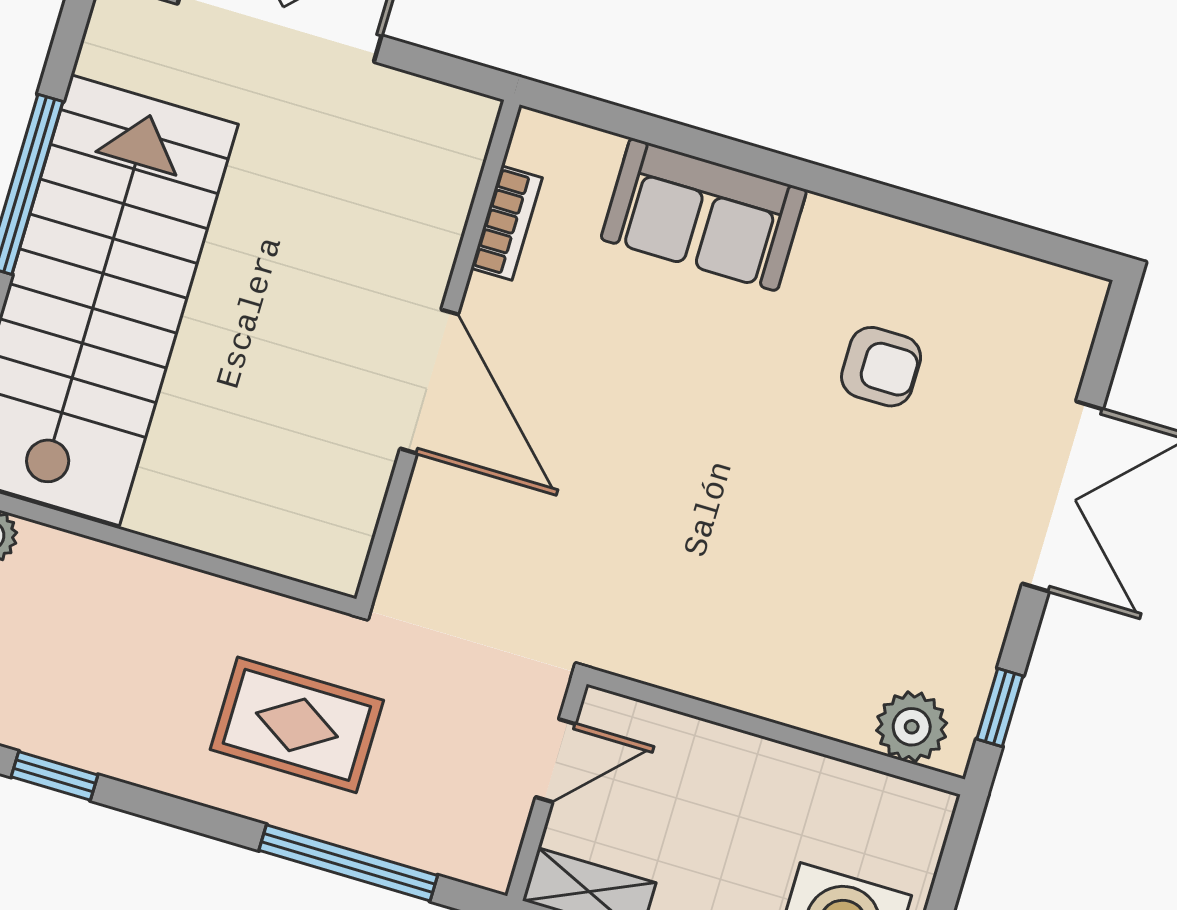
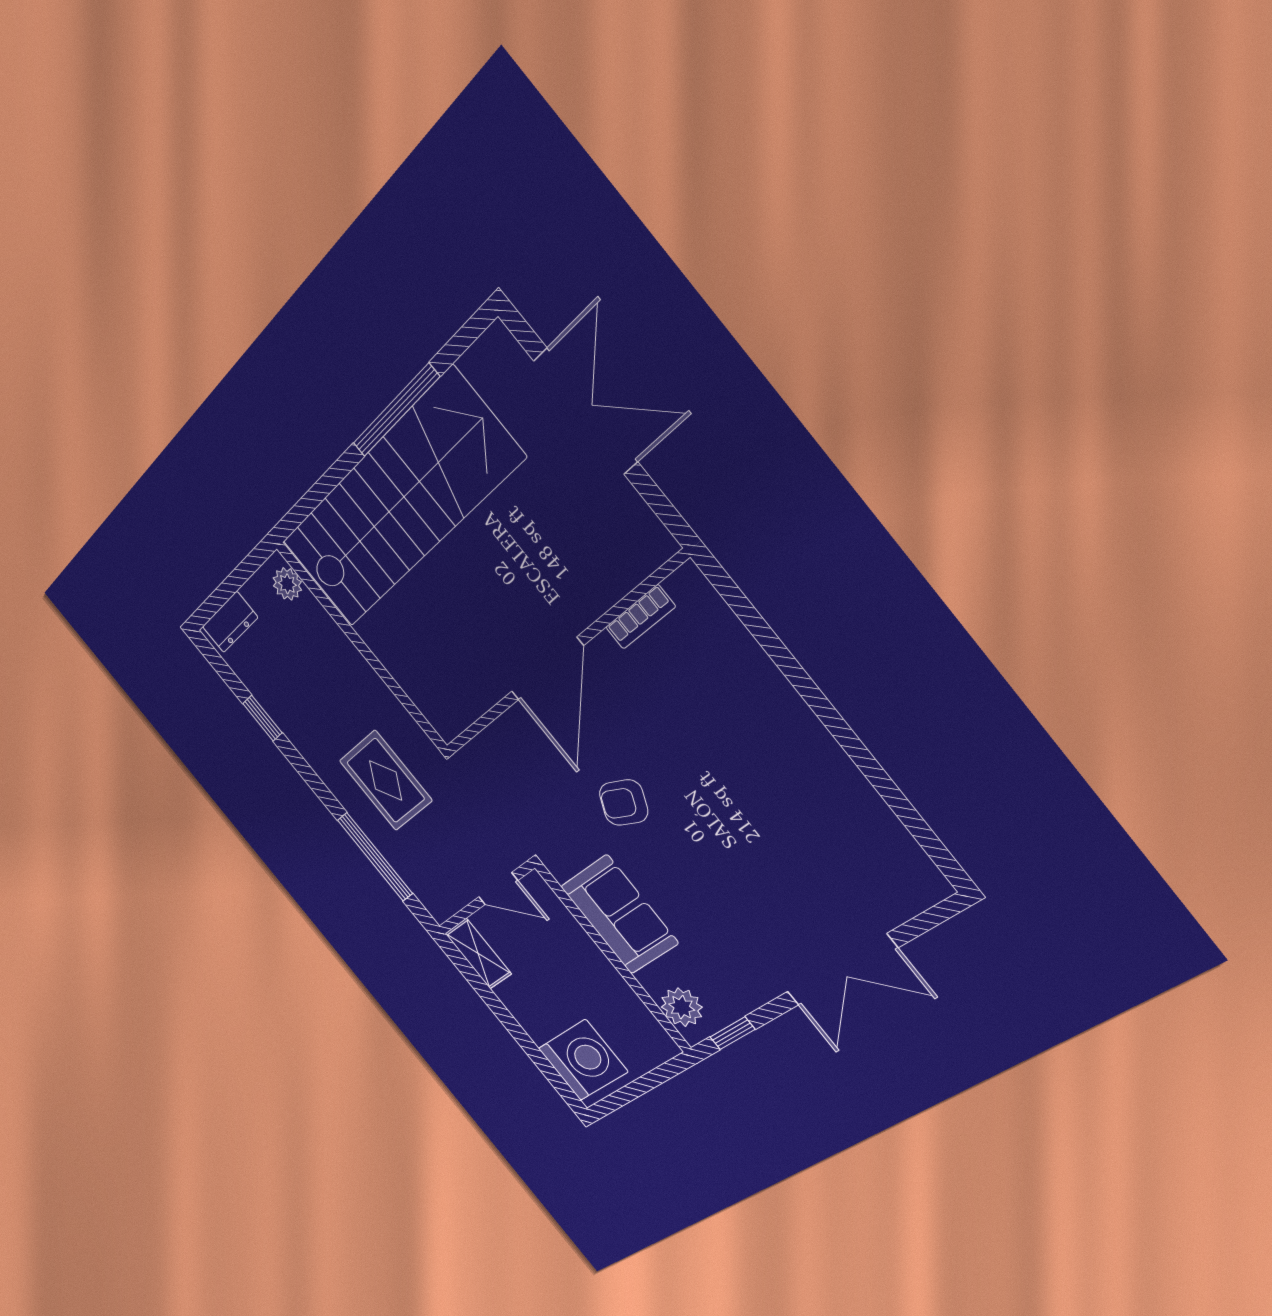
sofa: (704, 215) -> (619, 915), moved, turned 180
armchair: (881, 367) -> (624, 803), moved, turned 115

